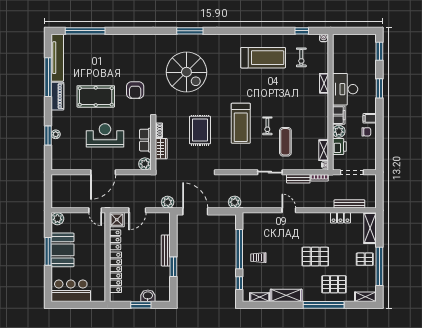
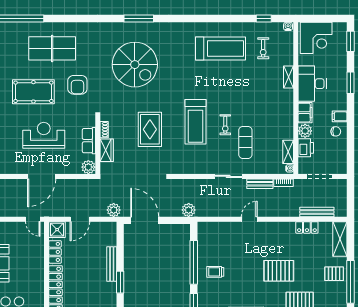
corner desk: (349, 48) -> (316, 38), added
table tennis table: (112, 58) -> (52, 48), added
door: (289, 210) -> (249, 219), hinge flipped

